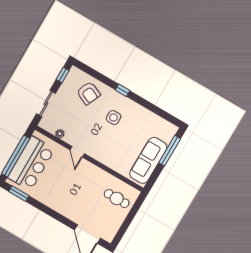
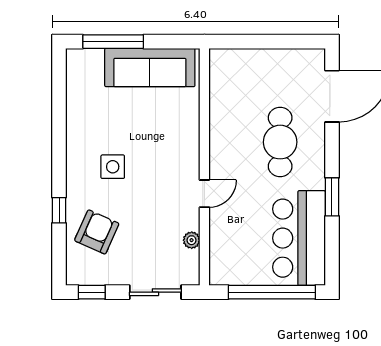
window: (123, 90) -> (59, 210), moved
bar counter: (31, 163) -> (299, 238), moved, turned -90
window: (19, 194) -> (332, 197), moved
cafe table: (117, 199) -> (280, 142), moved, width x1.37, depth x1.35

